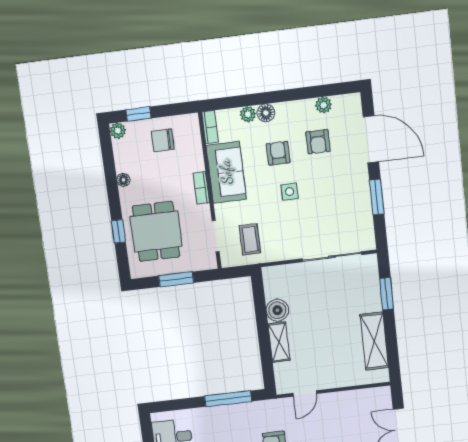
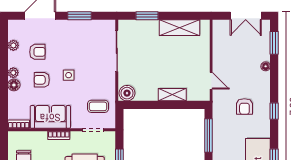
plant: (248, 114) -> (13, 73), moved
boiler: (277, 310) -> (127, 93), moved

